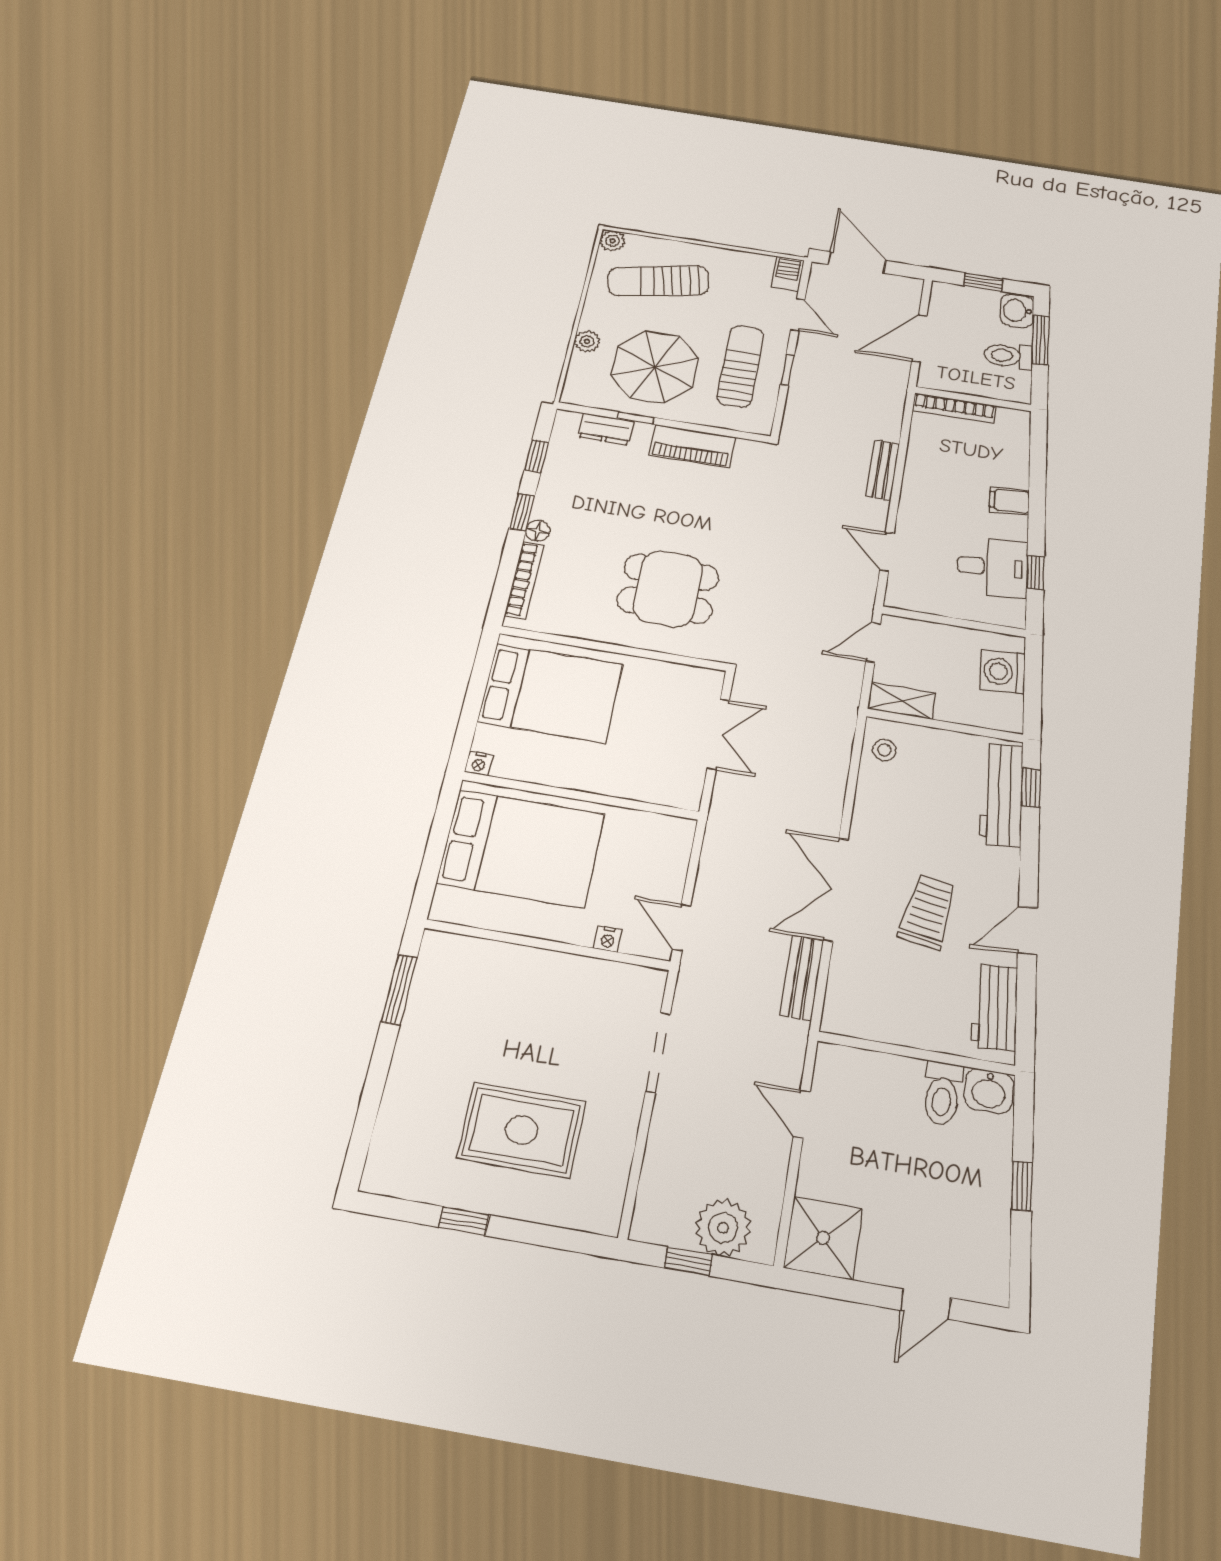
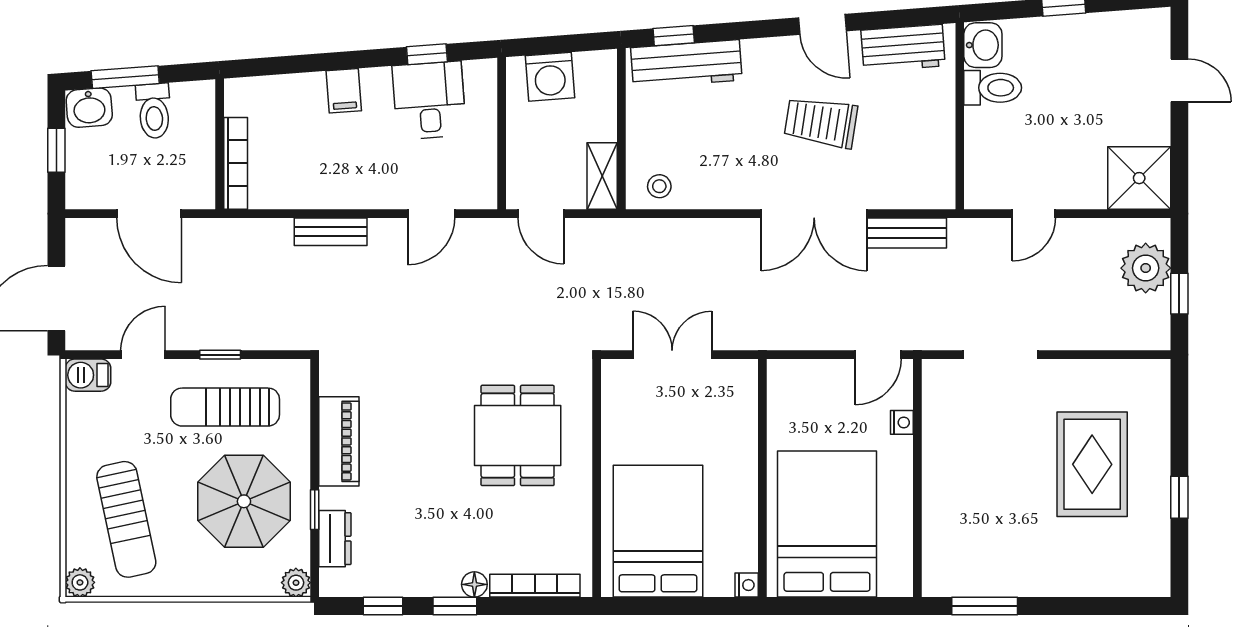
plant: (587, 341) -> (296, 583), moved

